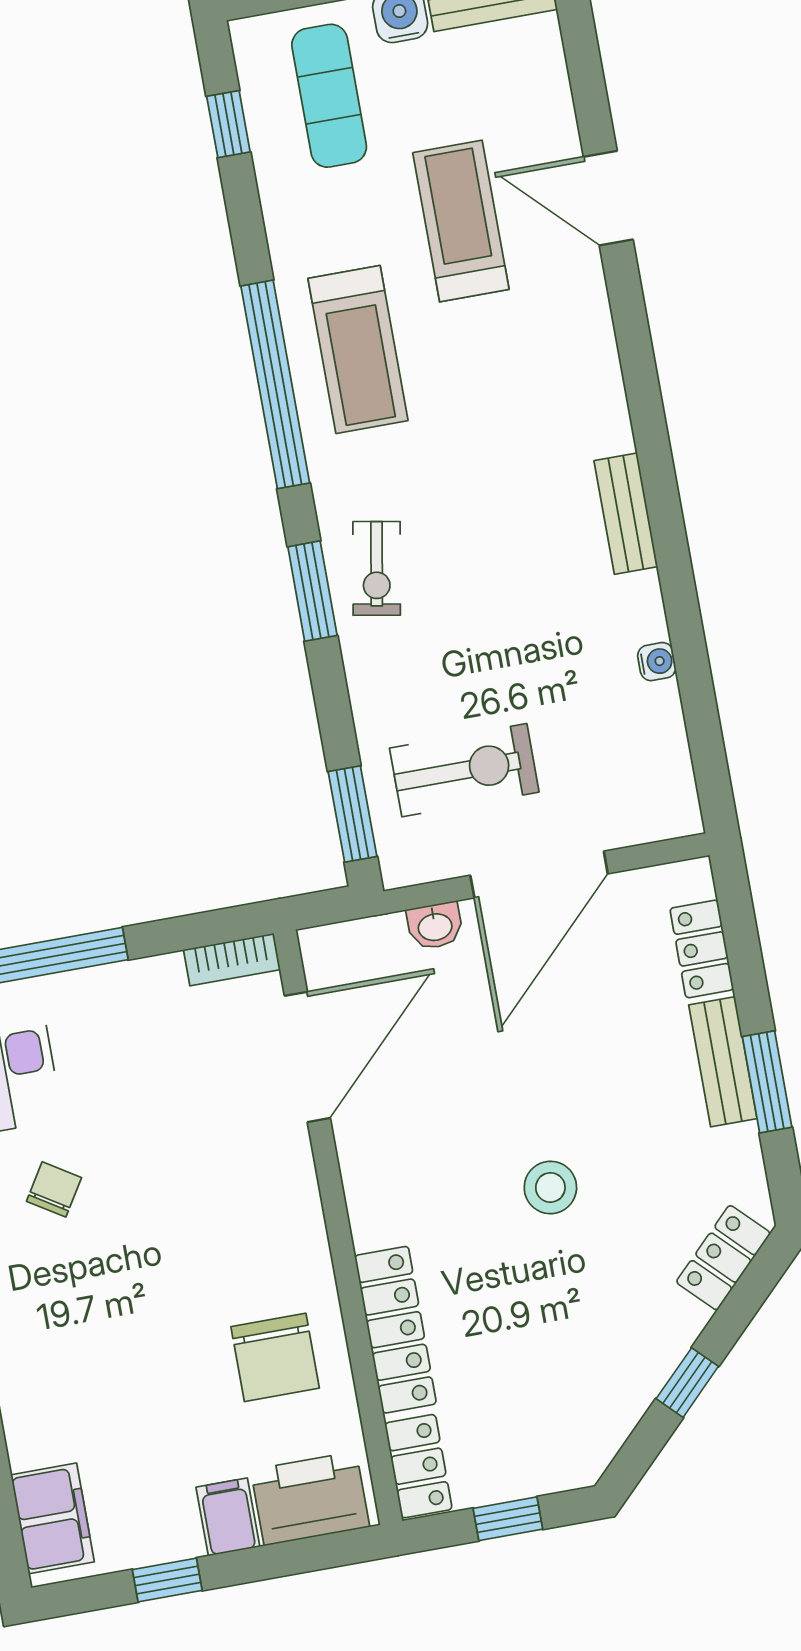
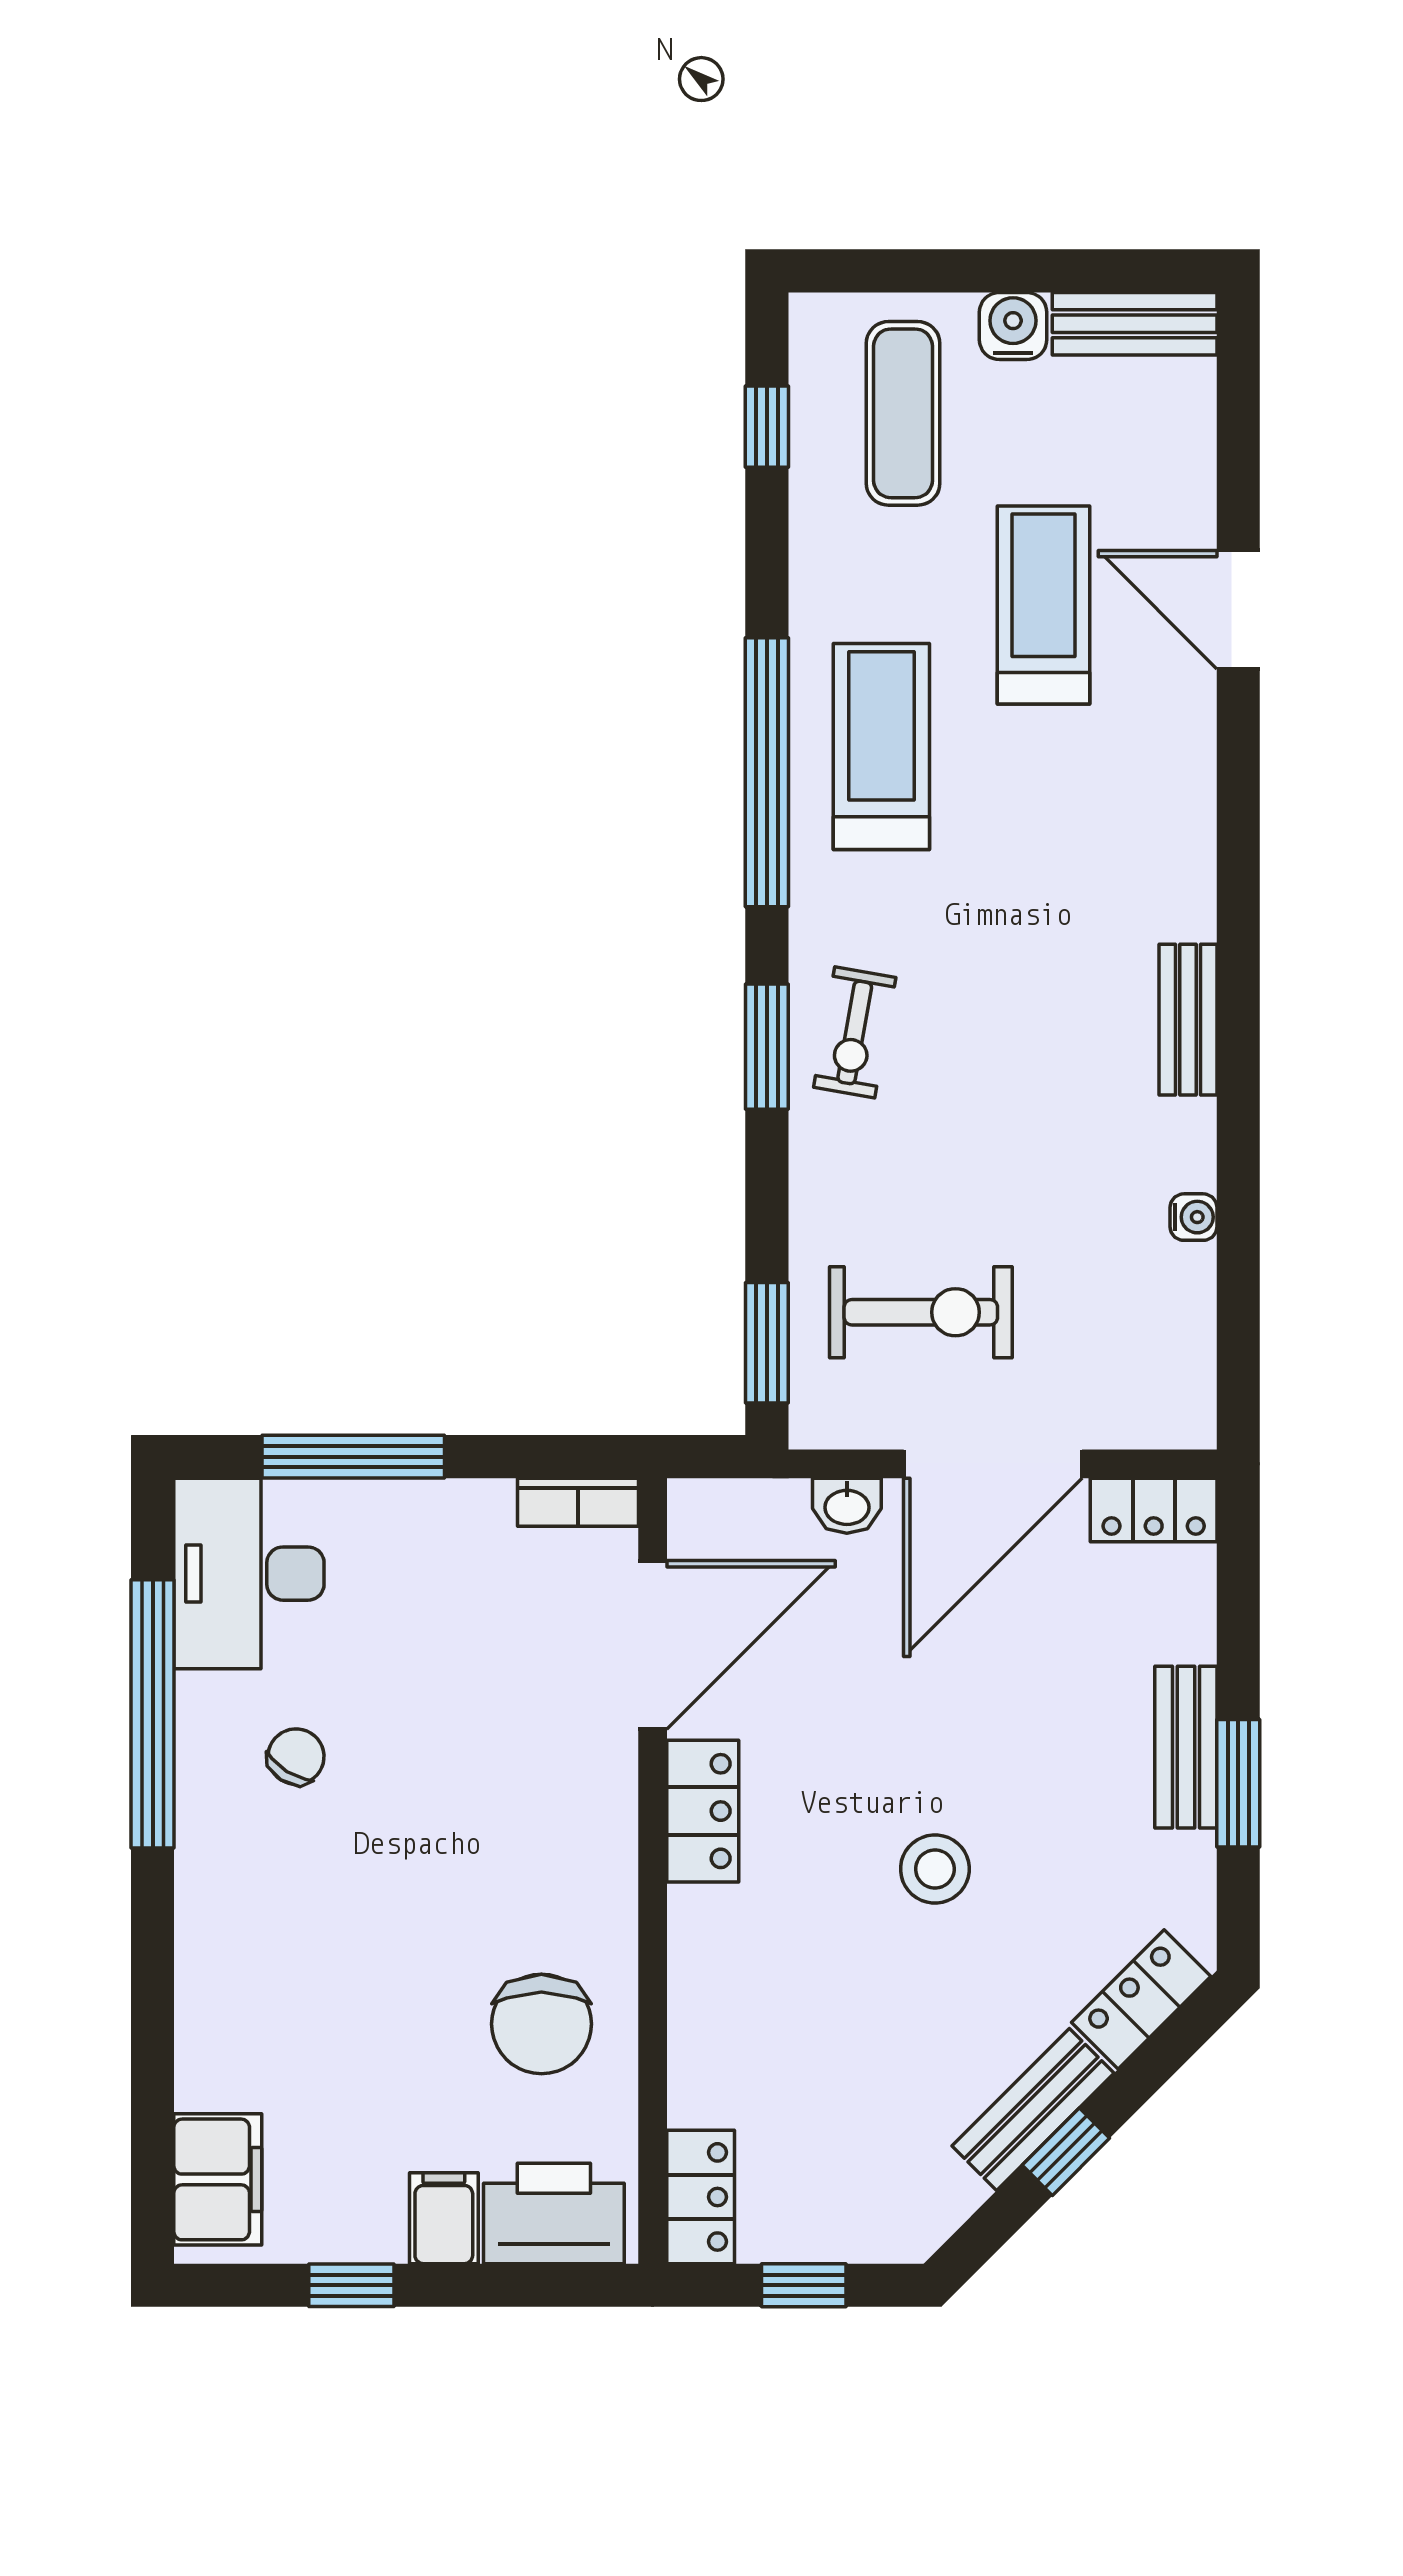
treadmill: (358, 350) -> (881, 747), turned 180
locker: (702, 949) -> (1154, 1510), moved, turned -90
locker: (395, 1330) -> (703, 1811), moved, width x0.66
bench: (657, 1355) -> (1033, 2109), added

